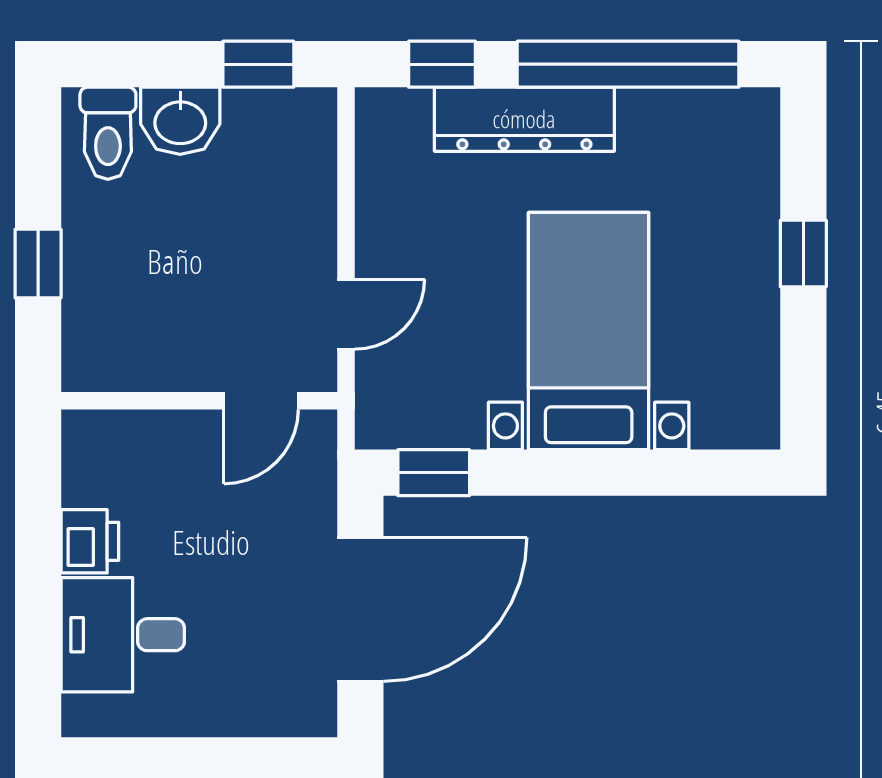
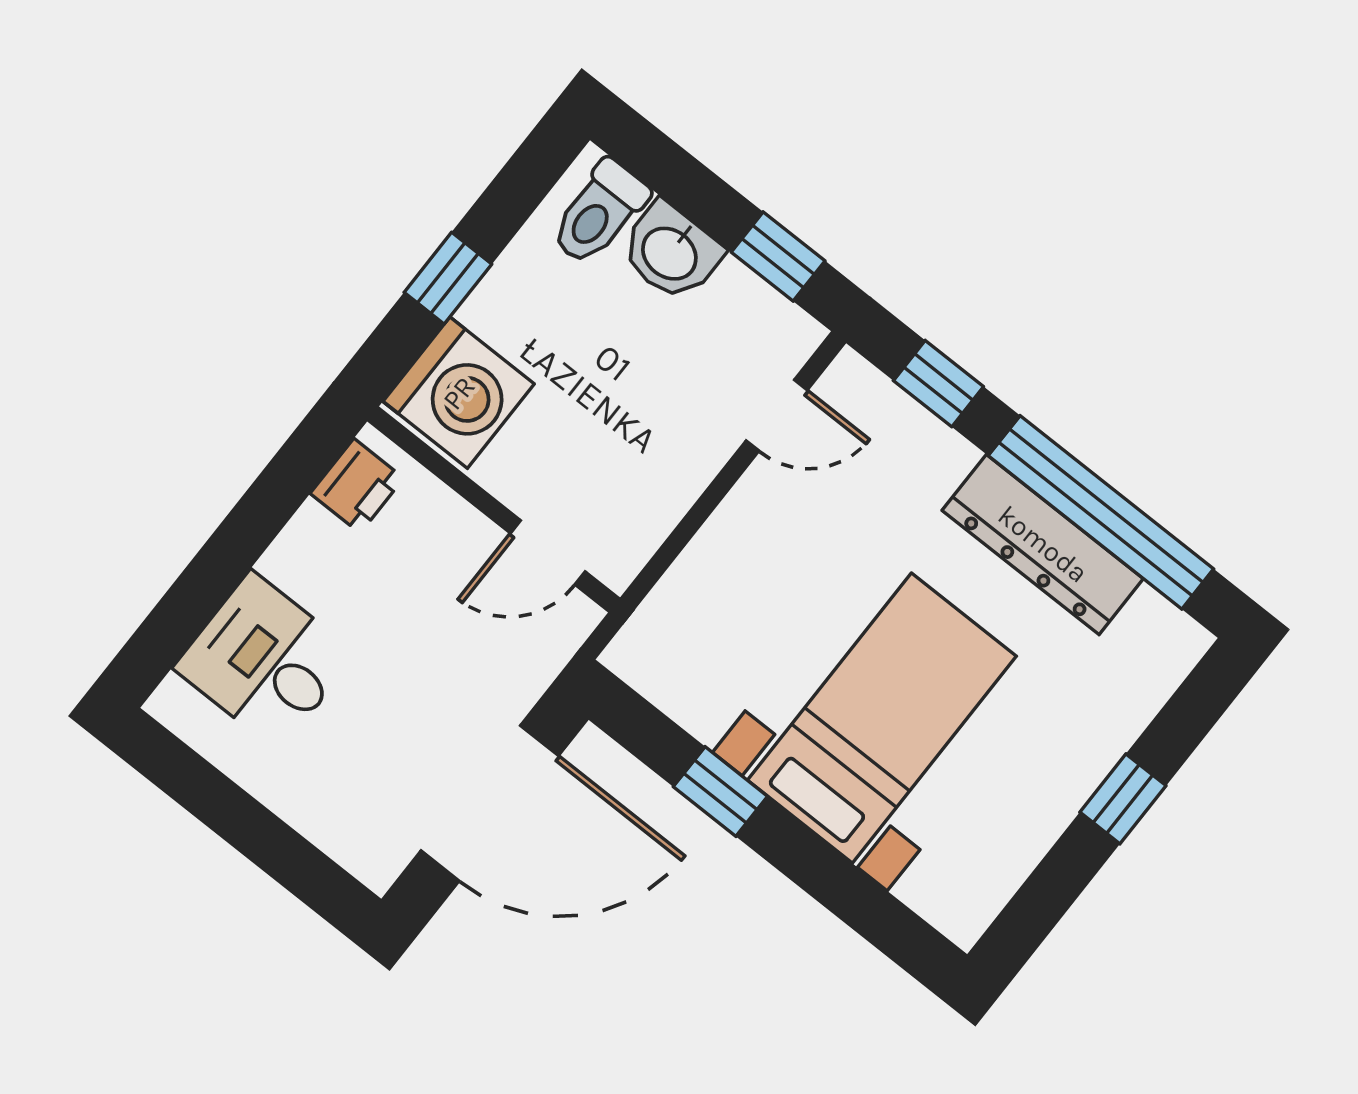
dresser: (524, 119) -> (1043, 544), moved
door: (346, 314) -> (777, 415), moved
washing machine: (109, 338) -> (459, 393), added
window: (434, 473) -> (720, 791), moved
printer: (90, 541) -> (357, 486), moved

